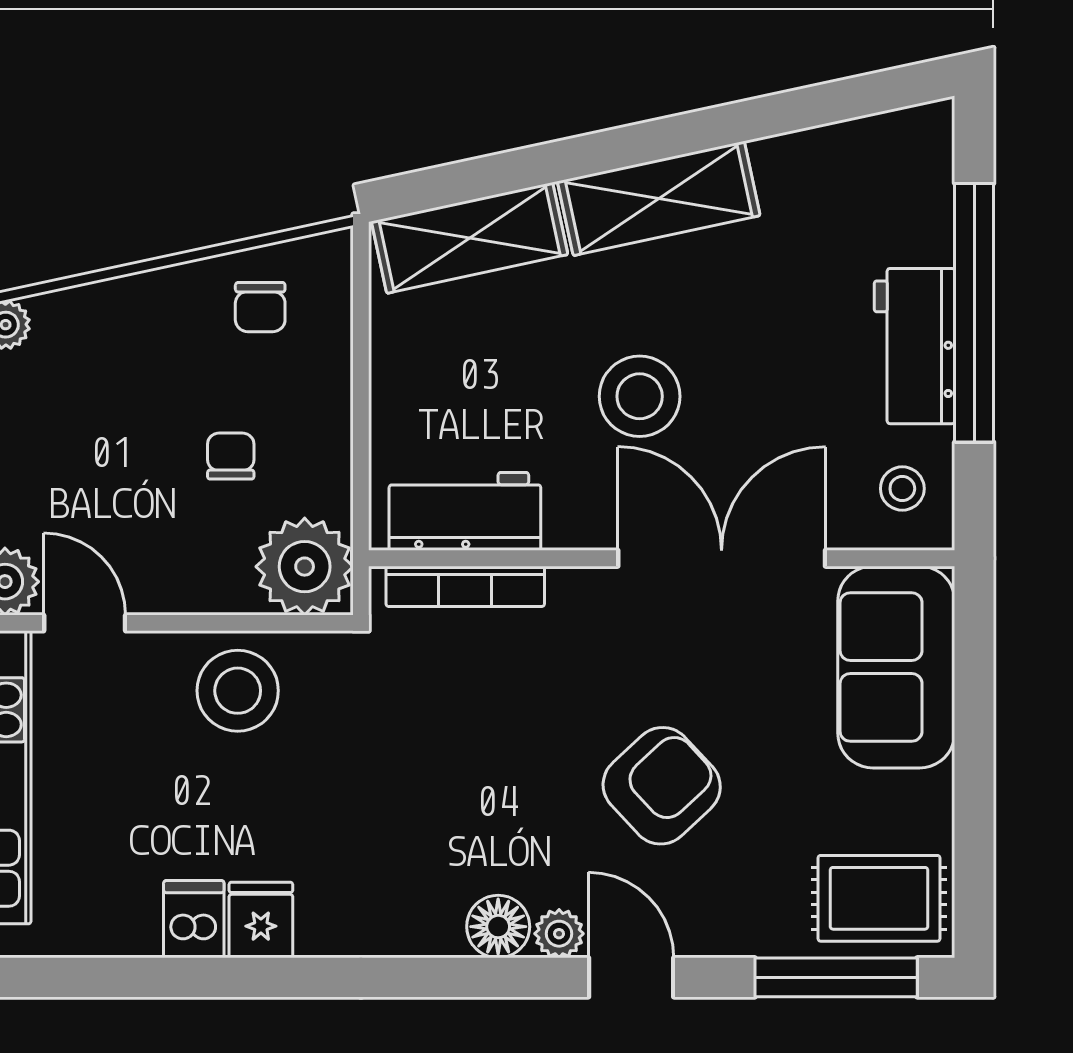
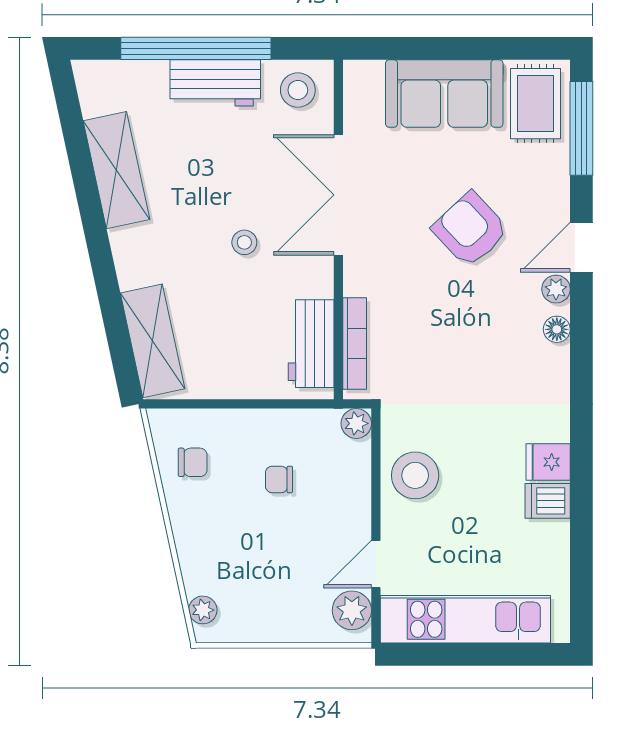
shelving: (659, 198) -> (116, 170), moved
stool: (640, 396) -> (244, 242), width x0.53, depth x0.53
stool: (902, 489) -> (298, 90), width x1.37, depth x1.37
plant: (305, 567) -> (356, 423), width x0.53, depth x0.53
sofa: (896, 667) -> (444, 94), moved
floor lamp: (498, 927) -> (557, 329), width x0.73, depth x0.73

